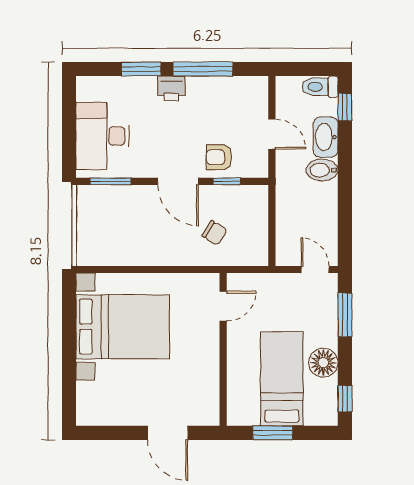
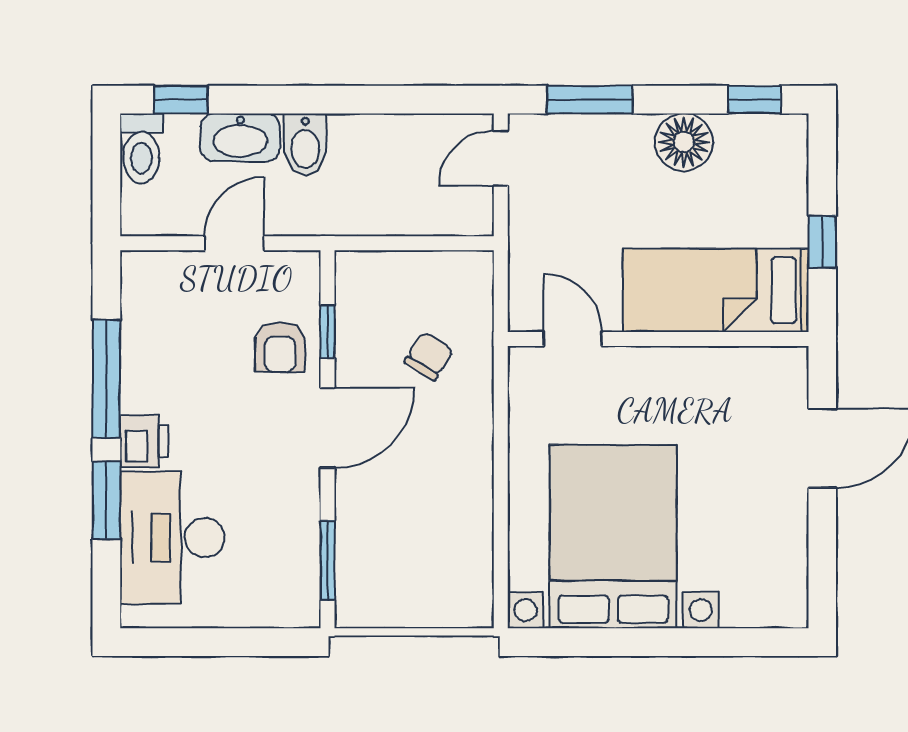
desk: (103, 136) -> (172, 538), moved, turned 90
bed: (282, 379) -> (716, 290), moved
window: (273, 433) -> (822, 242), width x0.67

